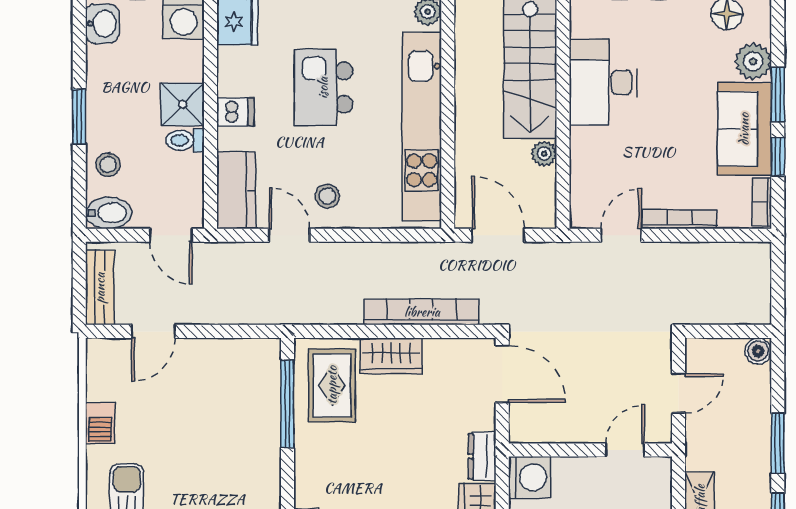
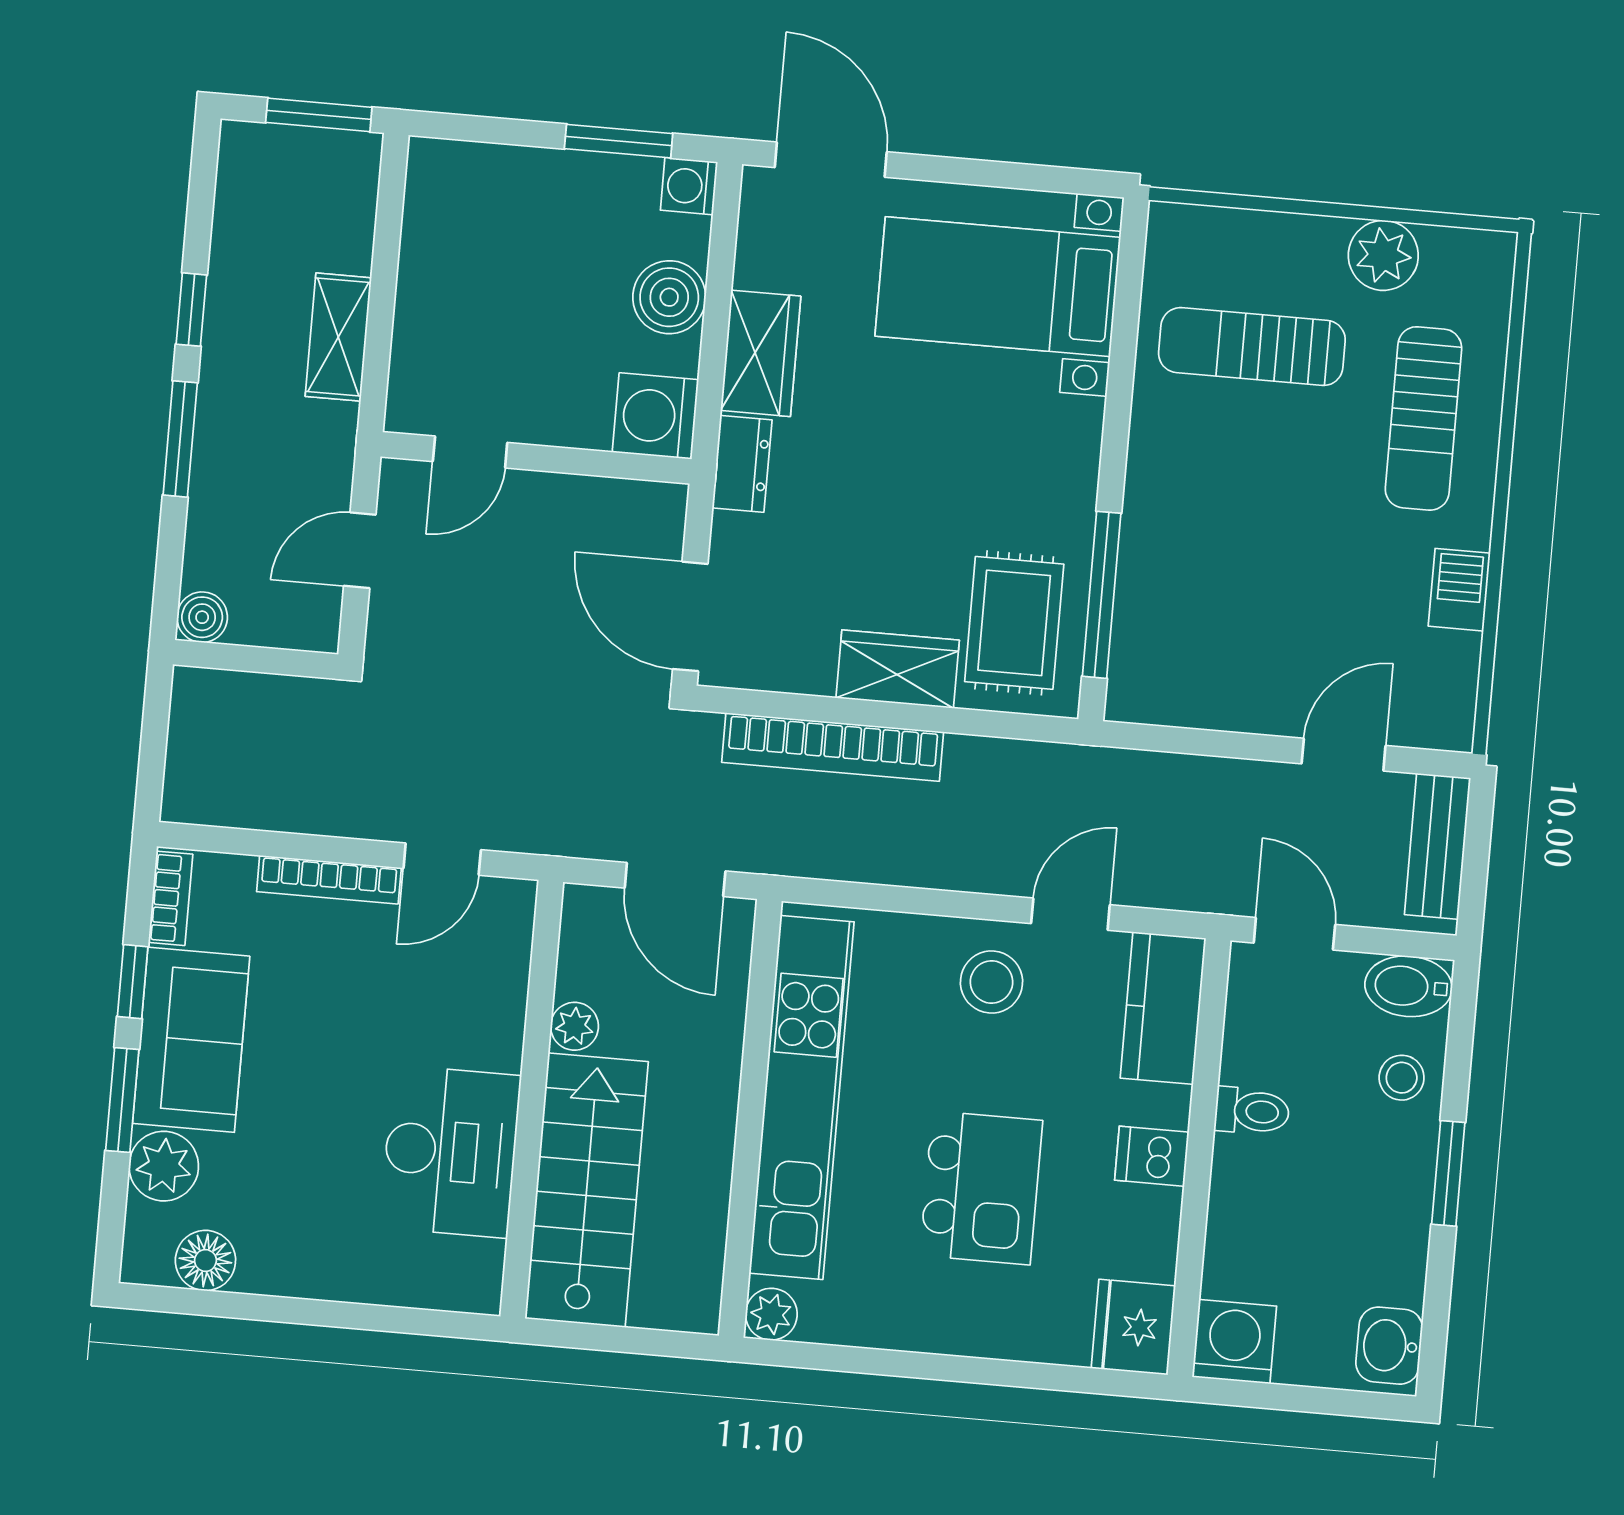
shower: (183, 104) -> (1250, 1179), removed
stool: (327, 196) -> (992, 982), width x1.37, depth x1.37
door: (289, 235) -> (1070, 914), swing flipped

